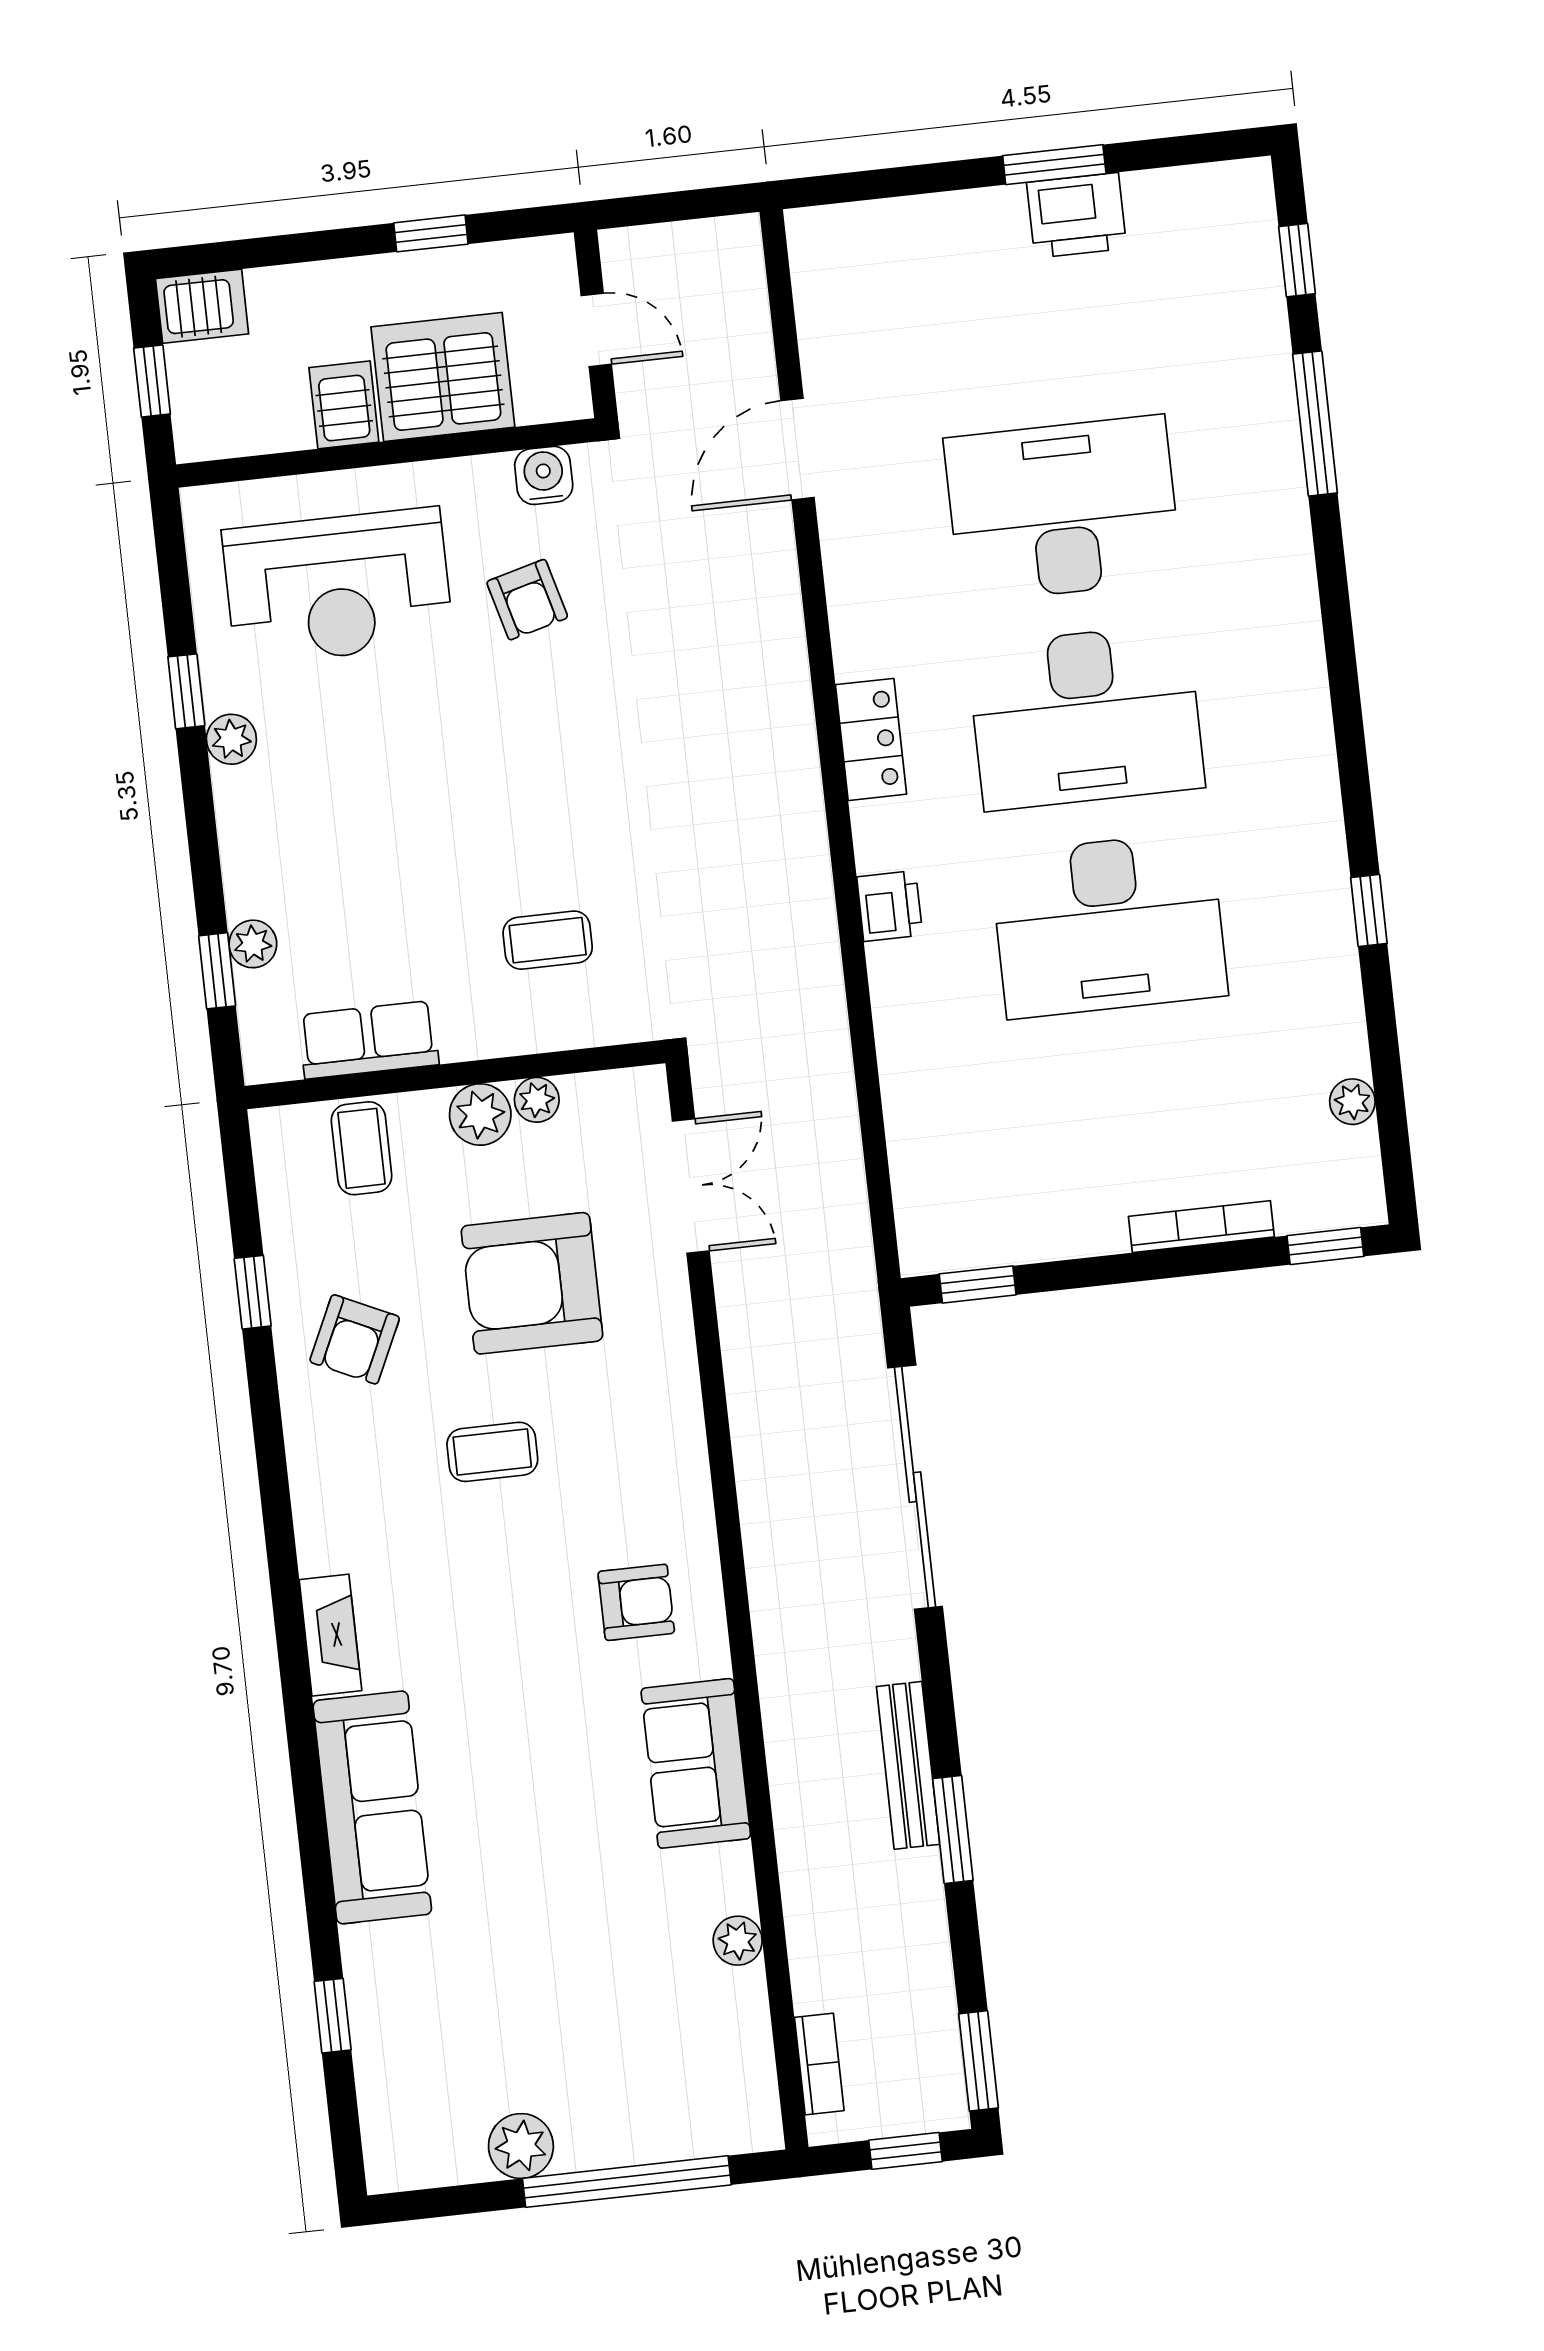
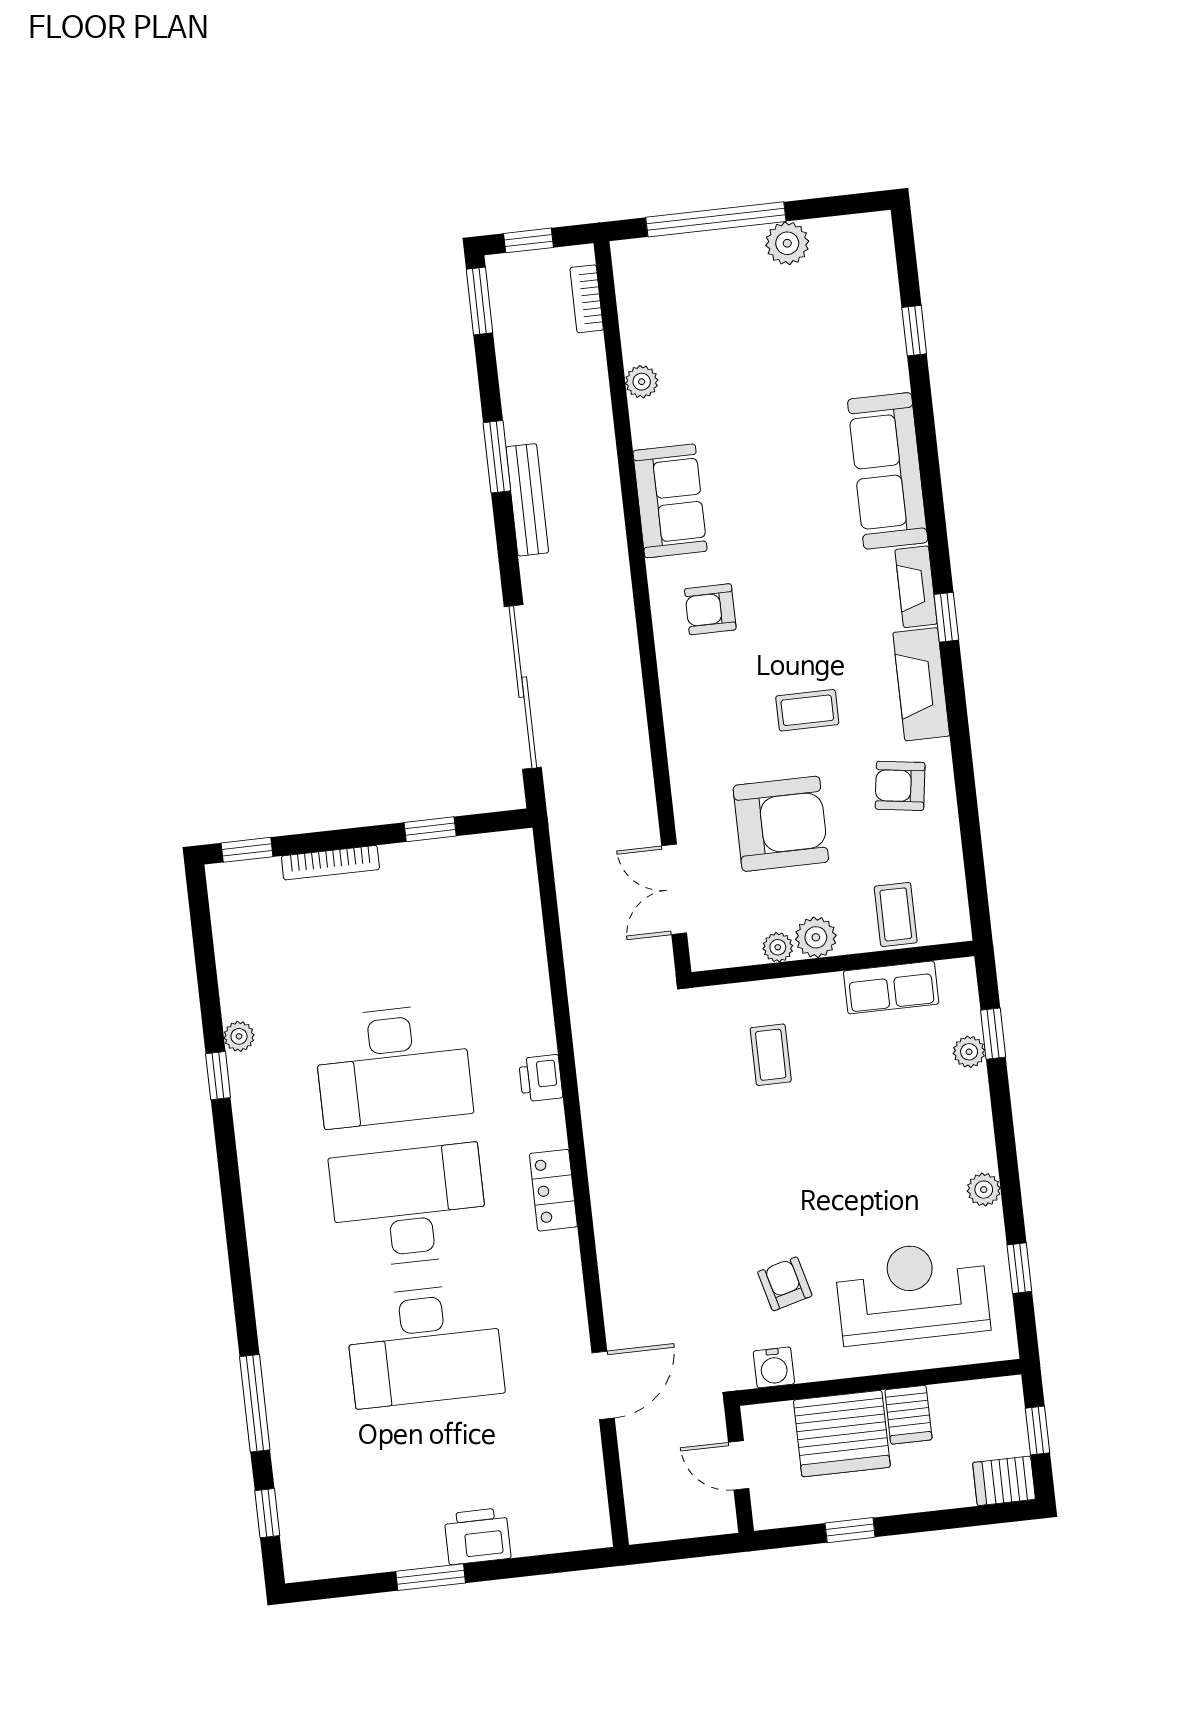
printer: (1077, 215) -> (477, 1536), moved
window: (186, 691) -> (1019, 1268), moved
desk: (1109, 925) -> (393, 1066), turned 180
coffee table: (548, 940) -> (771, 1055), turned 90
plant: (1352, 1102) -> (239, 1036), moved
window: (978, 1284) -> (430, 829), moved
window: (253, 1292) -> (946, 617), moved
armchair: (355, 1339) -> (900, 786), turned -107
fireplace: (323, 1490) -> (921, 684), added

